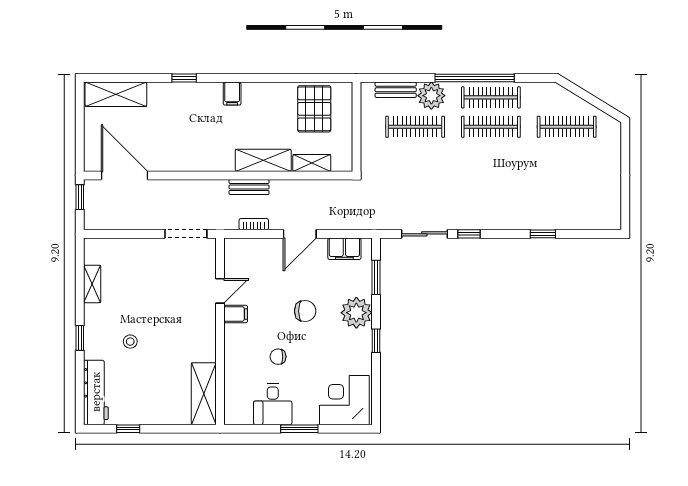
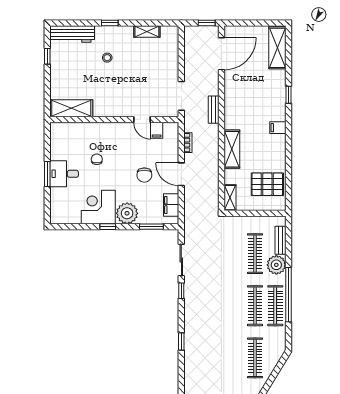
shelving: (312, 163) -> (230, 198), moved
bench: (249, 187) -> (214, 110), moved
chair: (305, 311) -> (144, 175), moved
filing cabinet: (236, 314) -> (157, 130), moved
corner desk: (344, 400) -> (98, 207), moved, turned -90
desk: (273, 404) -> (64, 174), moved

